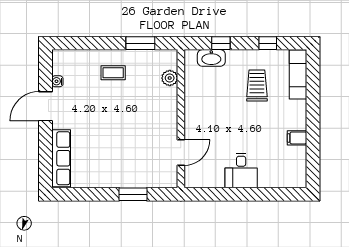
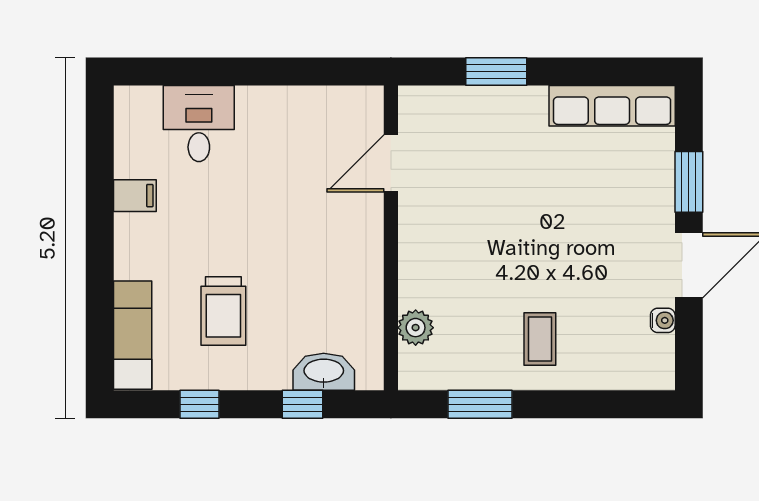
coffee table: (113, 73) -> (540, 339), turned 90
window: (46, 144) -> (689, 182), added
row of seats: (61, 158) -> (612, 106), moved, turned -90
desk: (241, 171) -> (199, 124), moved

